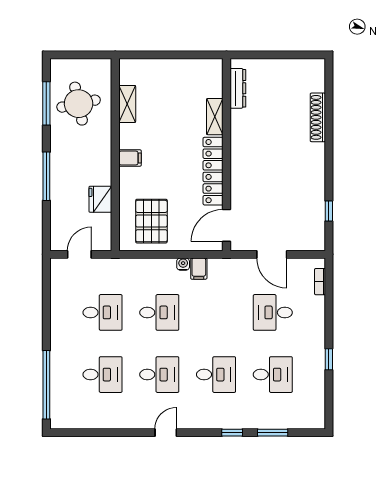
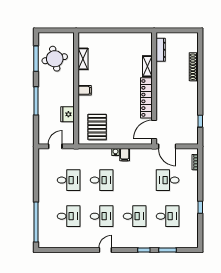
dresser: (238, 88) -> (161, 50), moved
shelving: (215, 117) -> (147, 66), moved
wall: (226, 155) -> (154, 88), moved
locker: (213, 171) -> (146, 98), moved
door: (226, 225) -> (154, 130), moved

